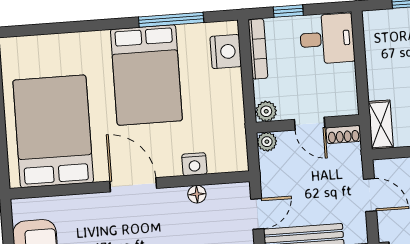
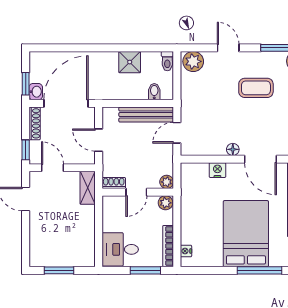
window: (288, 11) -> (145, 270), width x1.50
window: (171, 20) -> (259, 270), moved
nightstand: (226, 52) -> (186, 251), width x0.53, depth x0.56
door: (310, 124) -> (136, 192), swing flipped
floor lamp: (197, 194) -> (233, 149), moved

